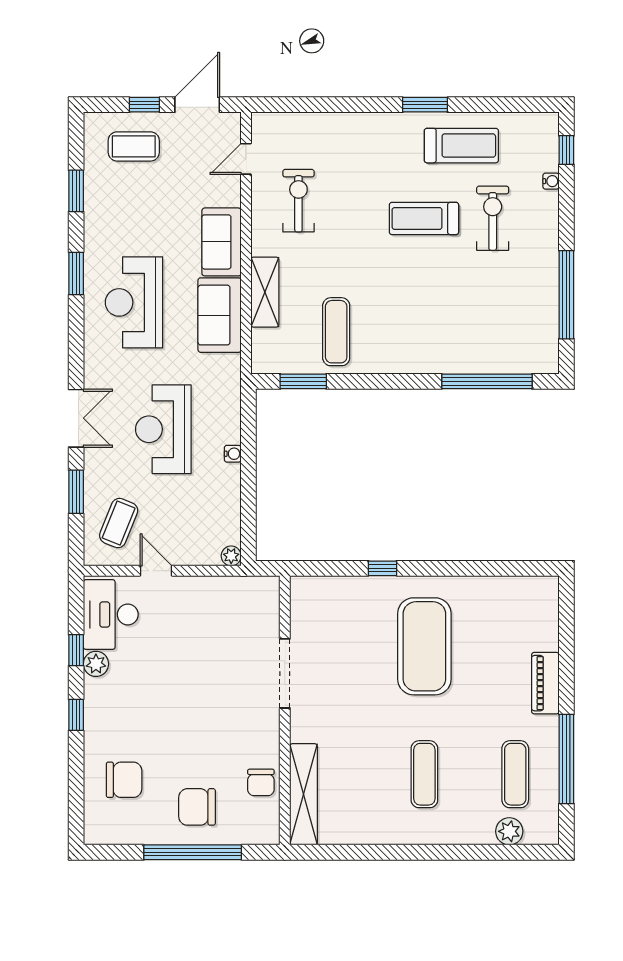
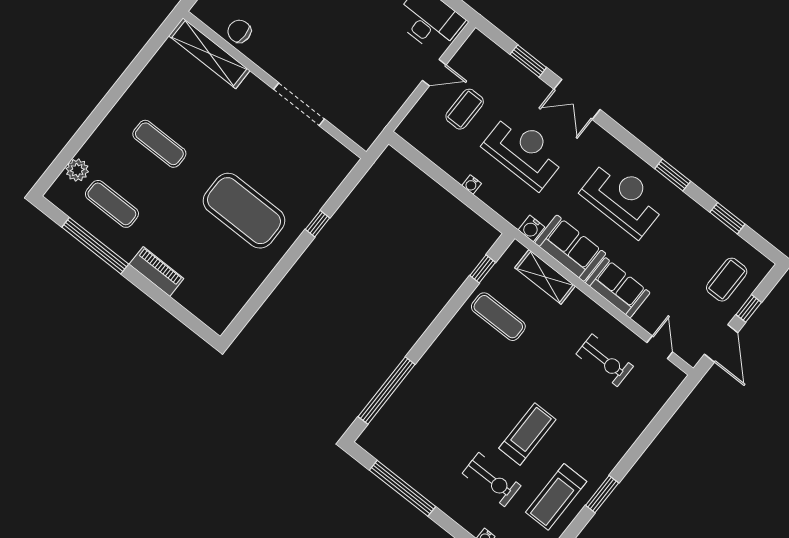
shelving: (265, 292) -> (545, 277), moved
water cooler: (230, 366) -> (531, 228), added
window: (303, 381) -> (483, 269), width x0.67
coffee table: (119, 523) -> (465, 109), moved, turned 68
plant: (231, 556) -> (405, 130), removed

